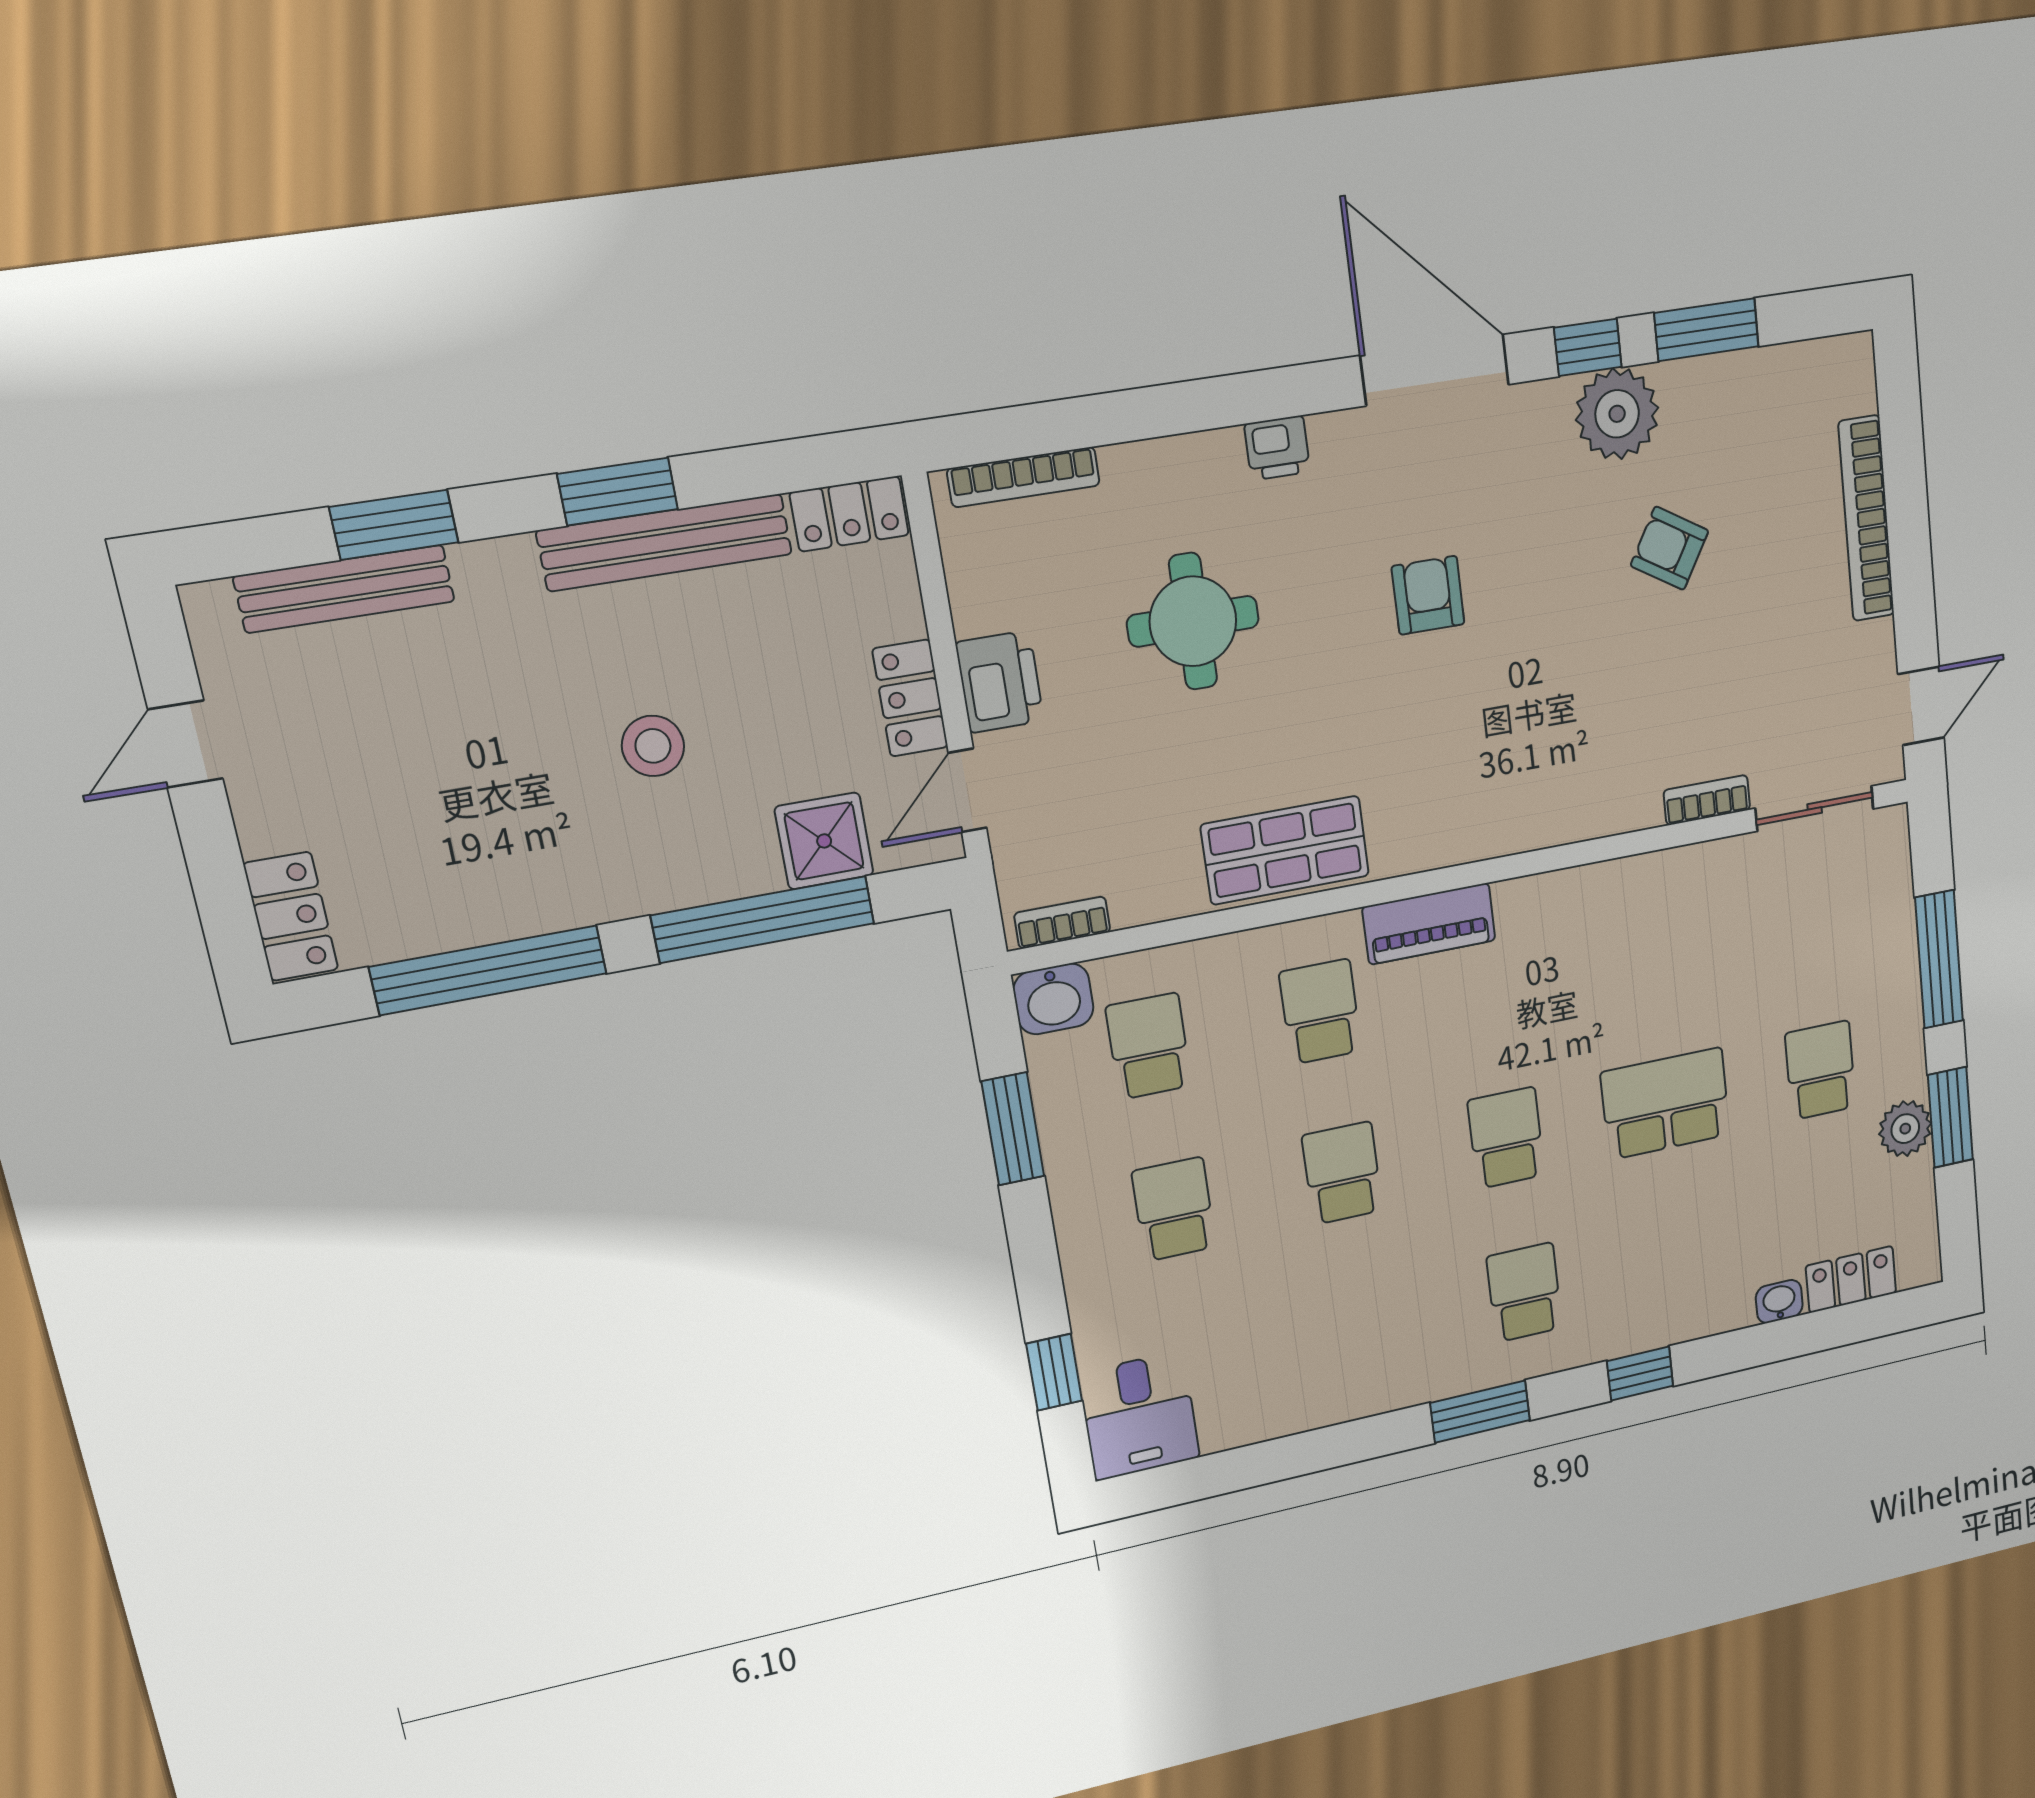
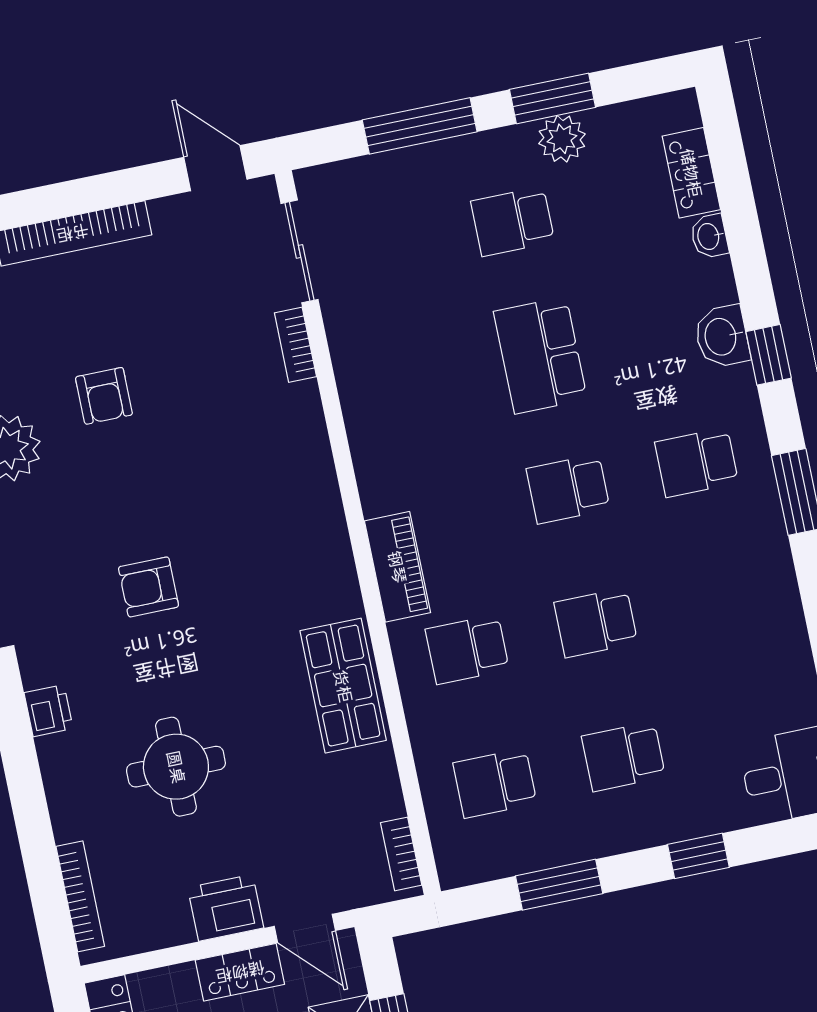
armchair: (1670, 548) -> (104, 396), turned -31
washbasin: (1053, 999) -> (722, 337), moved, turned 180
window: (1054, 1372) -> (698, 856), moved

